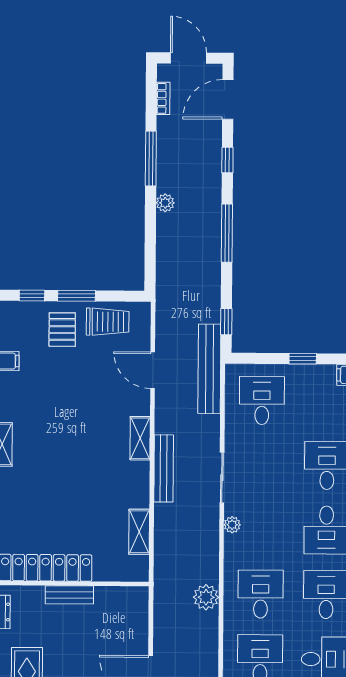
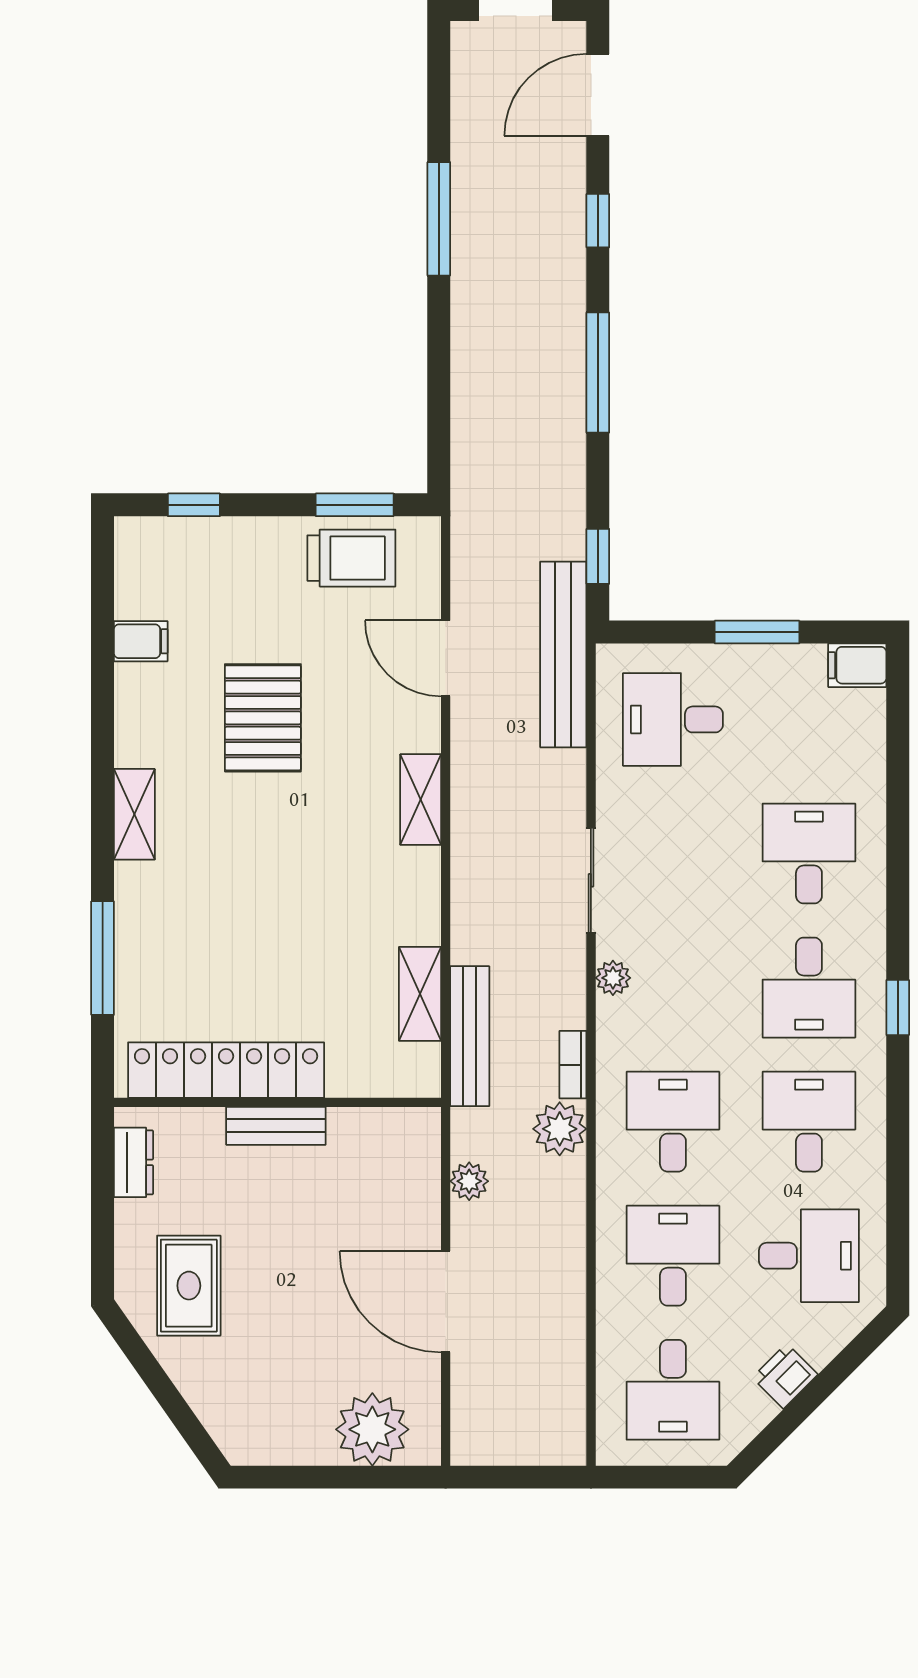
bookcase: (163, 98) -> (573, 1065), moved, turned 180
plant: (165, 203) -> (469, 1181), moved
window: (76, 296) -> (355, 505), moved
pallet: (62, 330) -> (263, 718), moved, width x1.50, depth x1.42
window: (303, 359) -> (757, 632), width x1.50
desk: (262, 400) -> (673, 719), turned -90
bench: (164, 468) -> (470, 1036), moved

